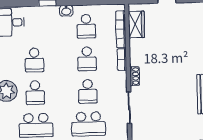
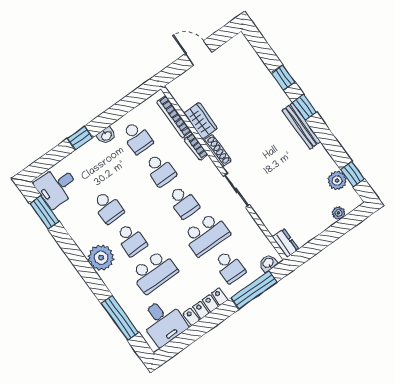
wardrobe: (136, 25) -> (201, 121), moved
shoe rack: (135, 76) -> (217, 151), width x1.43

